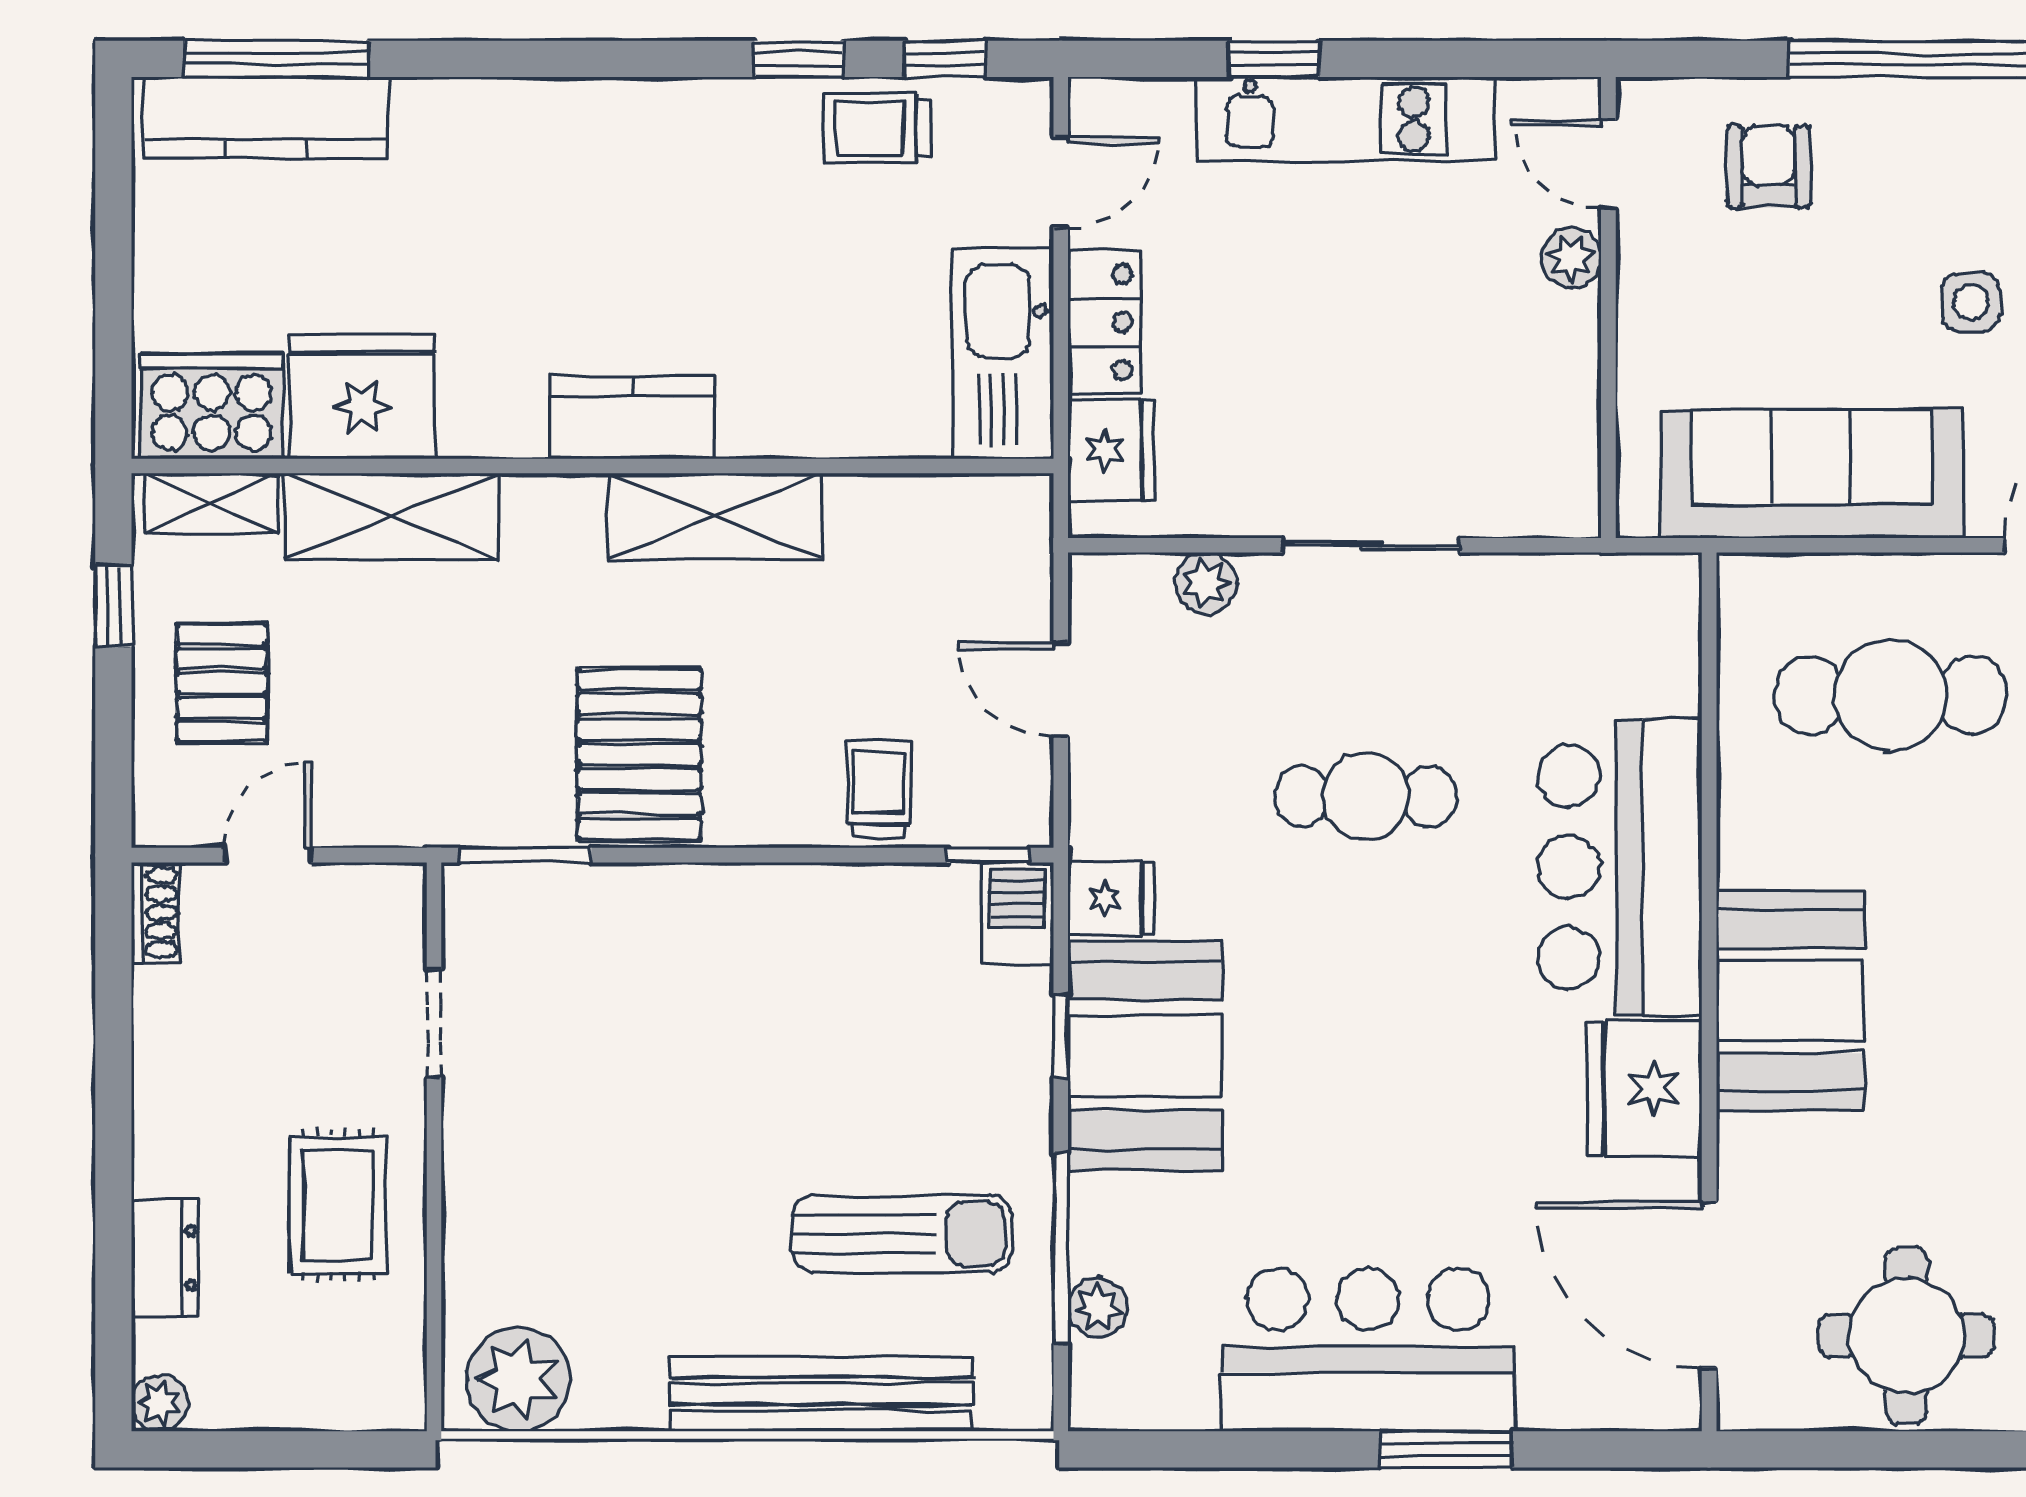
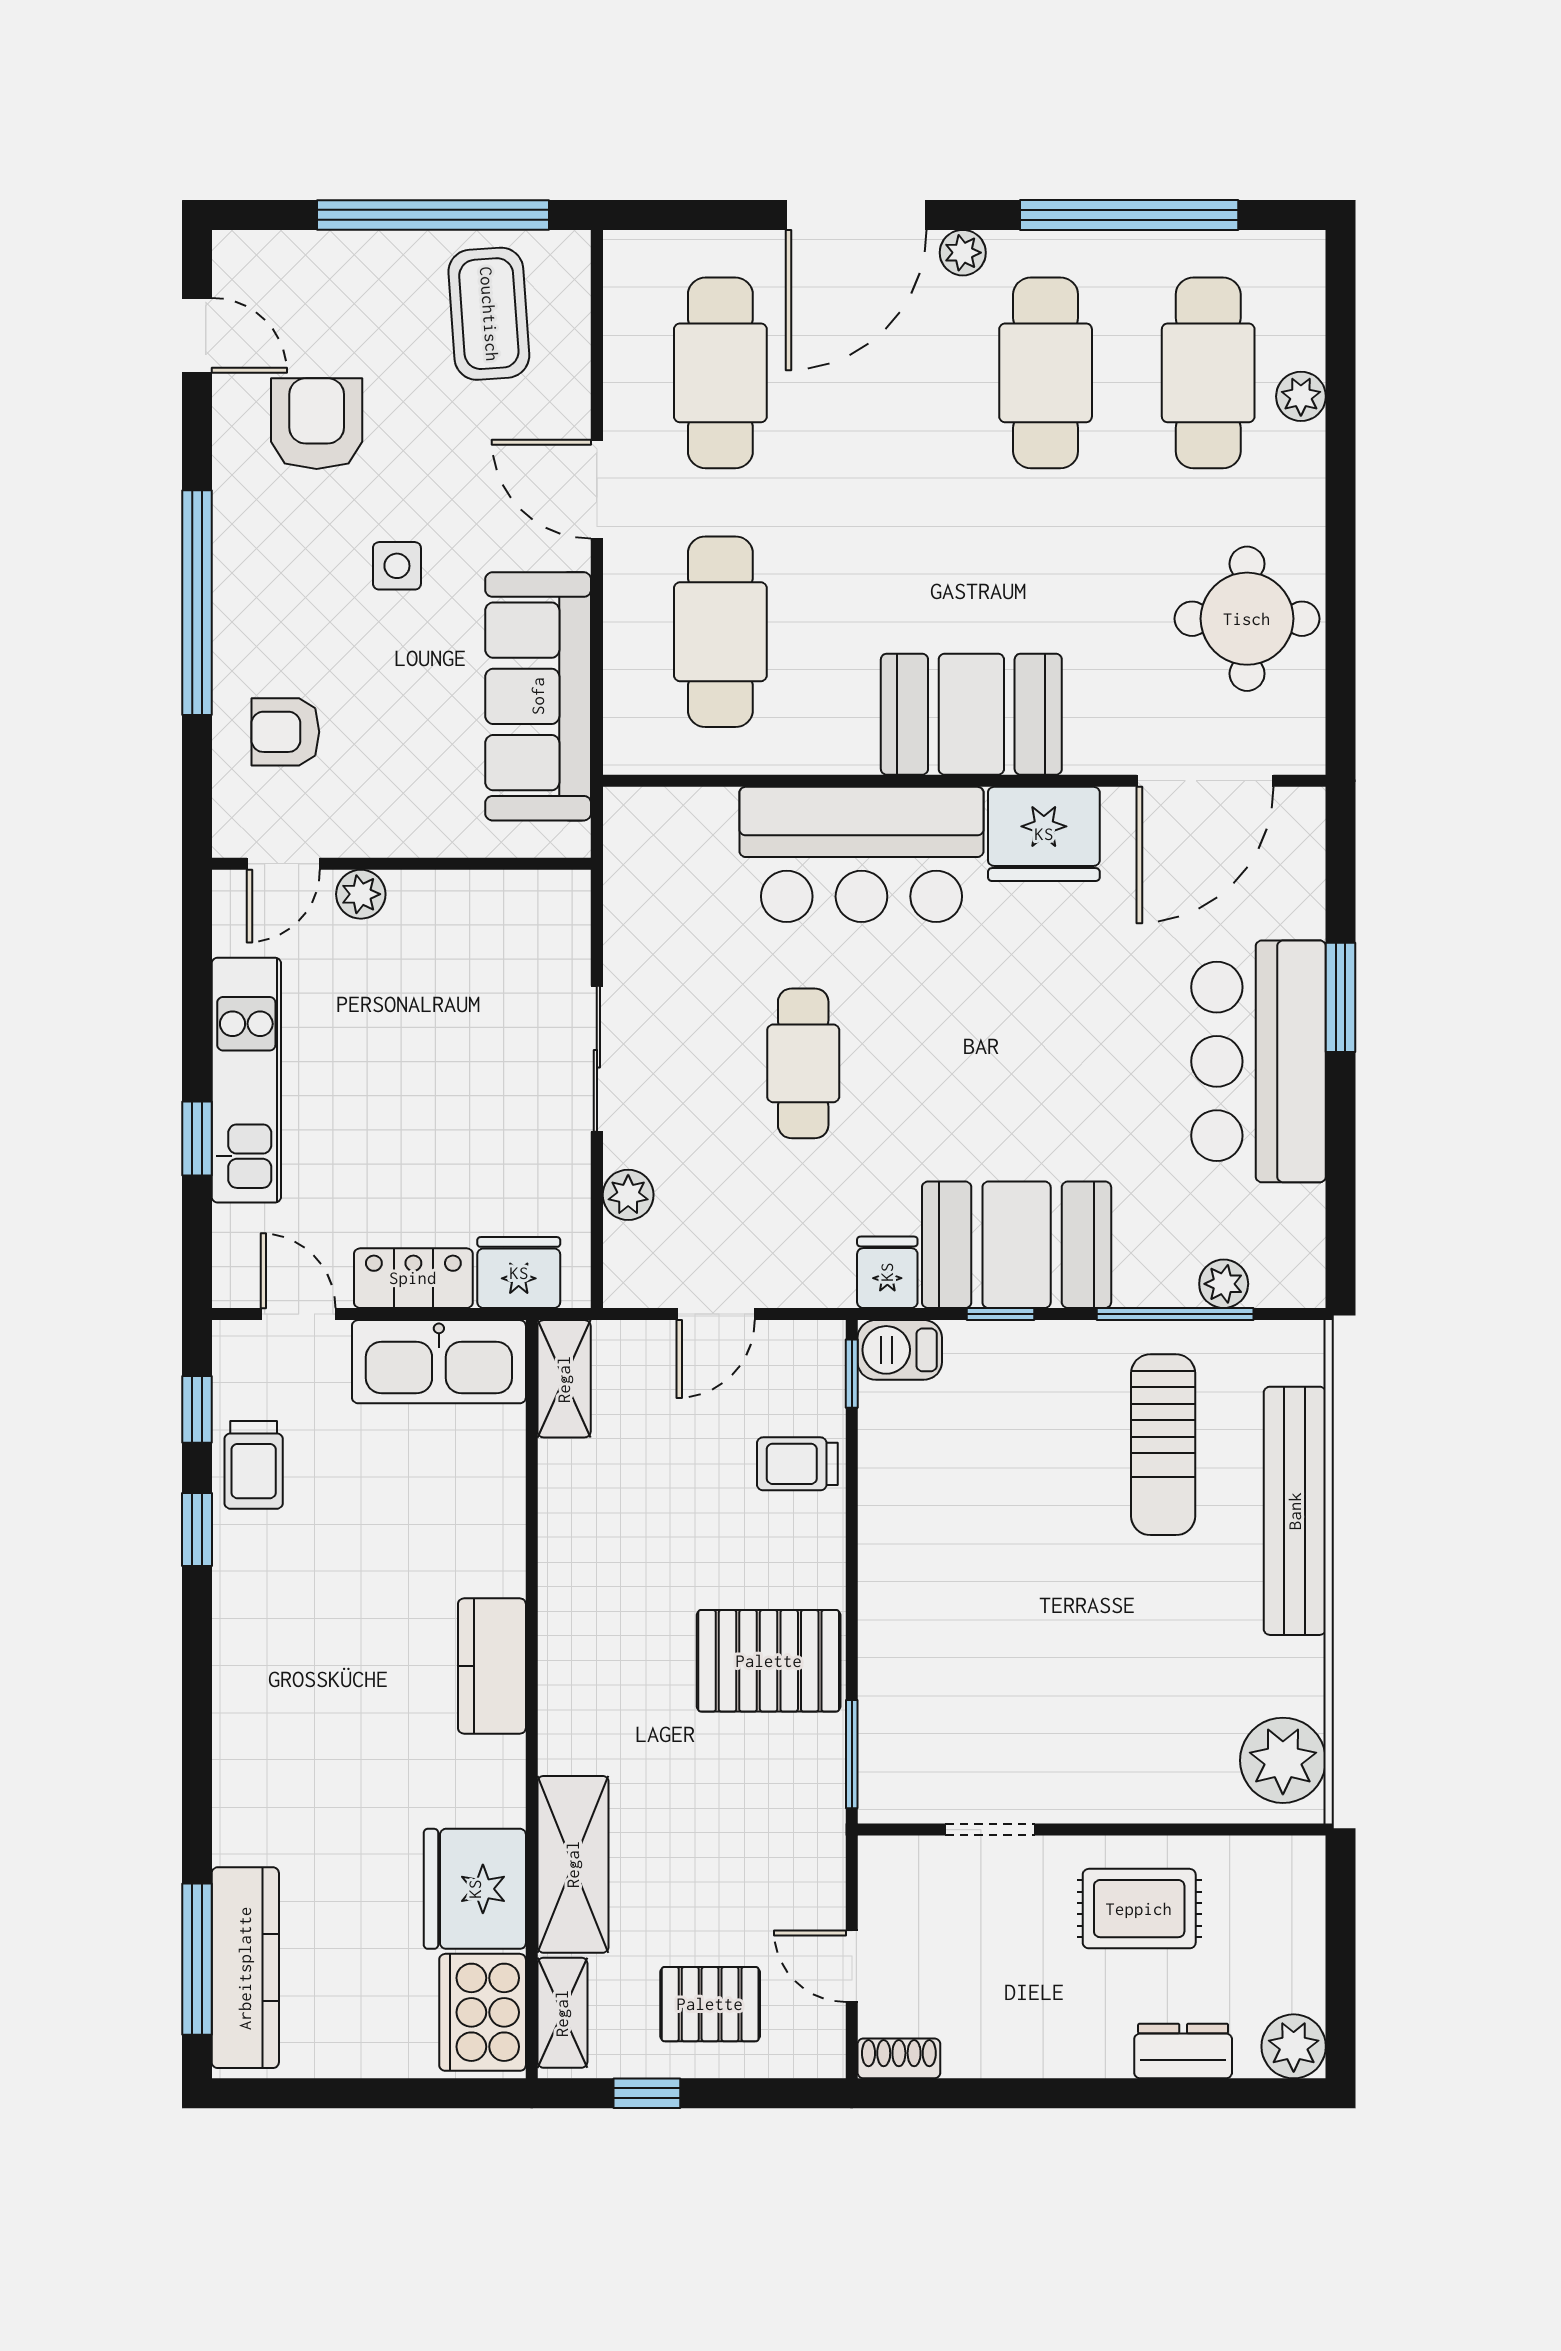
shelving: (715, 516) -> (564, 1379), moved, width x0.67, depth x0.75
sun lounger: (902, 1234) -> (1163, 1445), turned 180
plant: (160, 1403) -> (1294, 2046), width x1.38, depth x1.38

